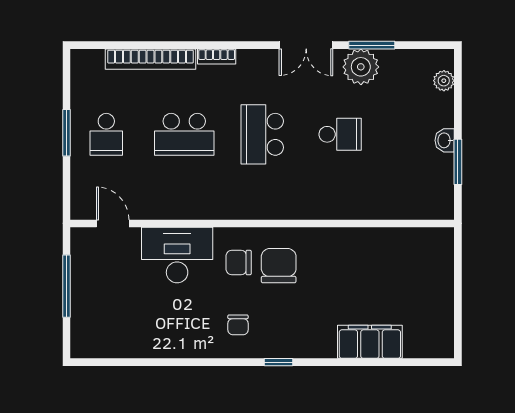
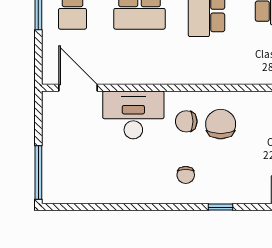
door: (113, 223) -> (78, 88), width x1.38
window: (67, 286) -> (38, 172), moved

